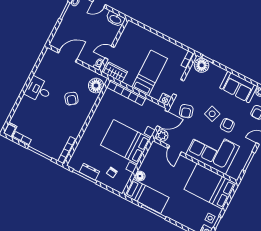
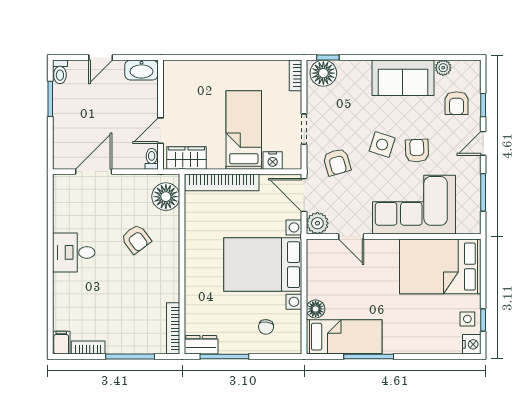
nightstand: (165, 99) -> (273, 160), moved
door: (162, 119) -> (304, 195), swing flipped
dresser: (89, 172) -> (201, 345), moved

